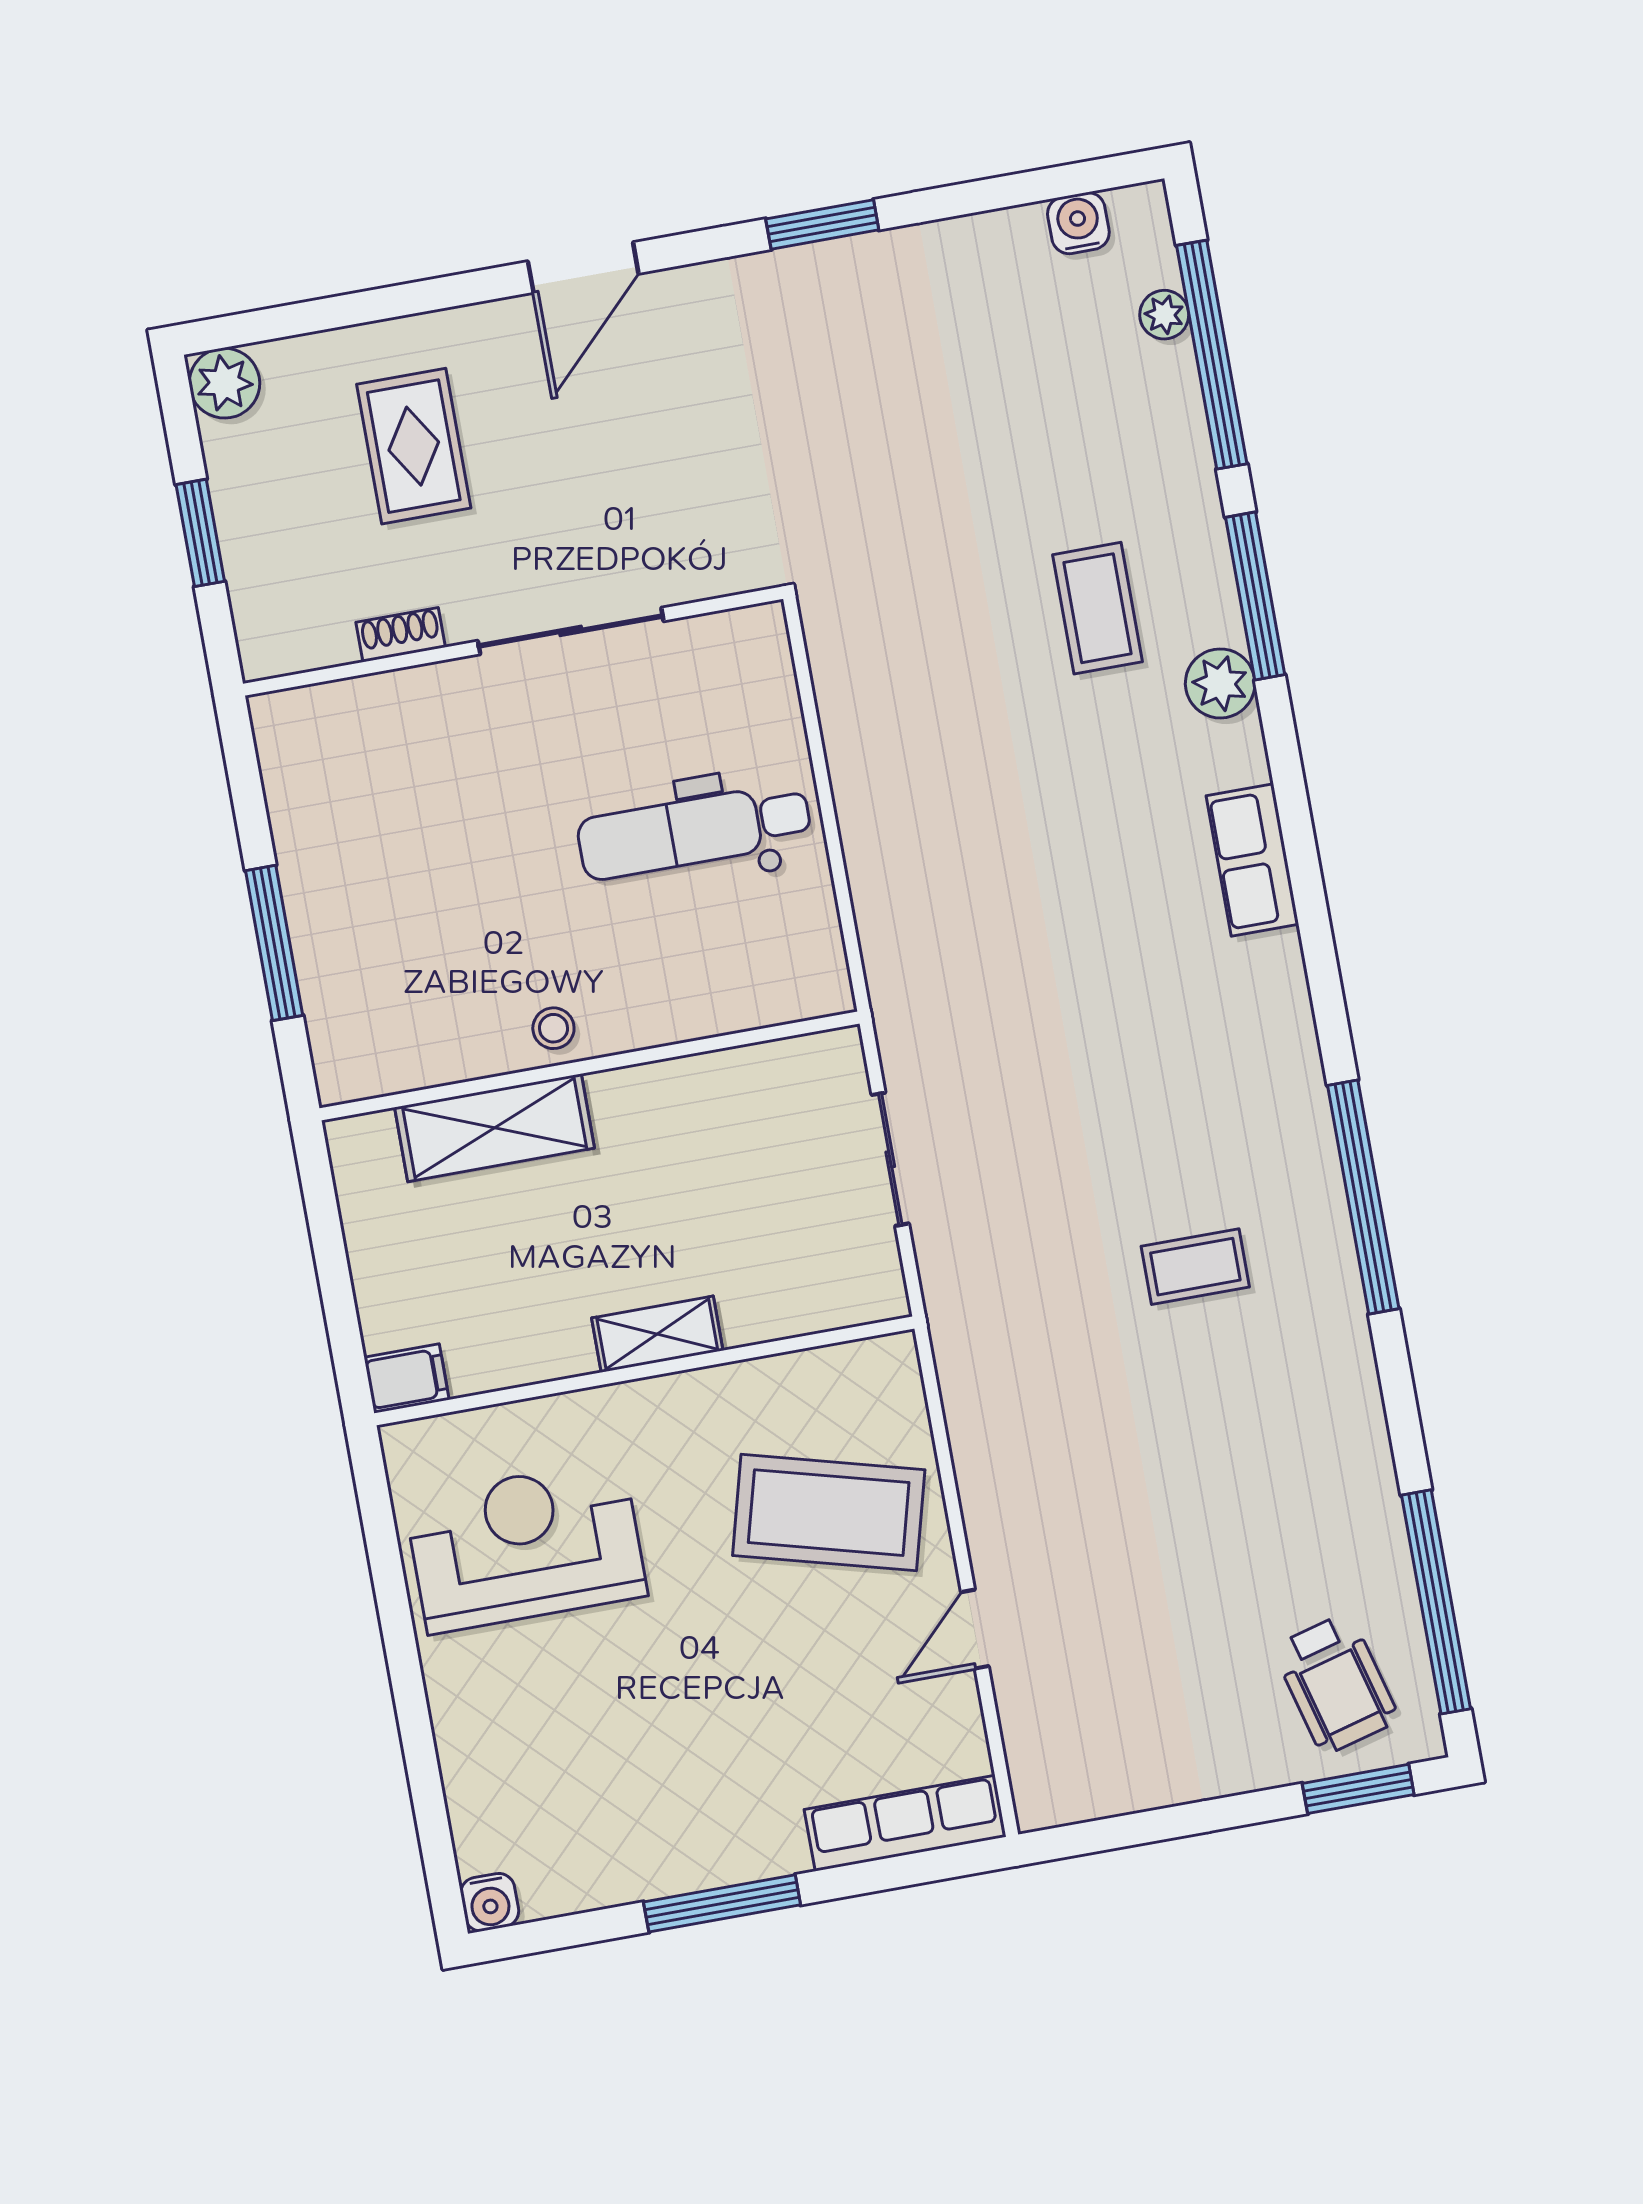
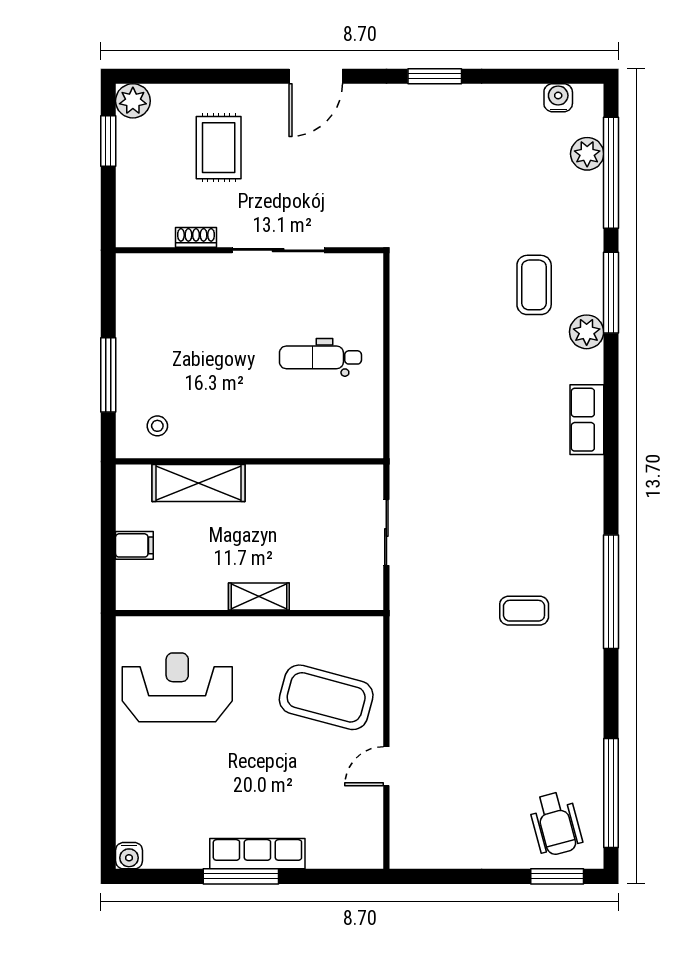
plant: (1164, 315) -> (587, 154), width x1.38, depth x1.38
window: (200, 533) -> (108, 141), moved
dental chair: (694, 831) -> (320, 357), width x0.73, depth x0.72
stool: (553, 1028) -> (157, 426), moved
filing cabinet: (407, 1378) -> (134, 545), moved
row of seats: (905, 1823) -> (257, 854), moved

